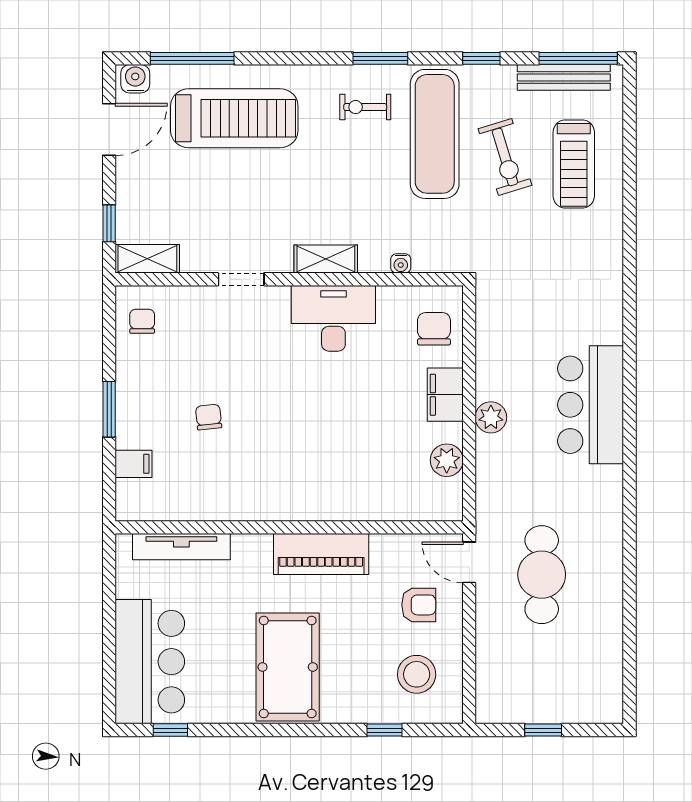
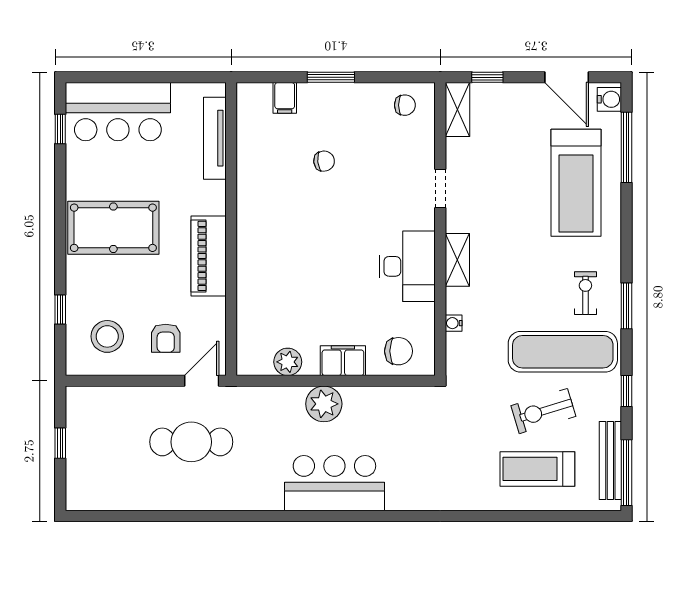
plant: (491, 417) -> (324, 404), width x1.36, depth x1.36

